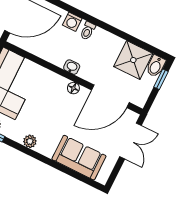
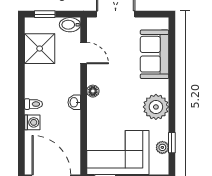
bidet: (156, 66) -> (70, 25), moved, turned 180
door: (110, 96) -> (84, 53), width x0.53
plant: (30, 141) -> (156, 107), width x1.87, depth x1.87

